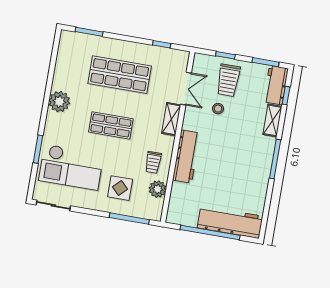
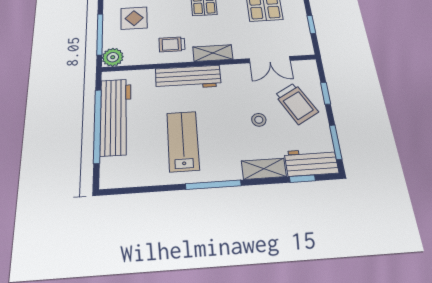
trolley: (228, 80) -> (296, 103), turned -119
stool: (218, 109) -> (259, 120), moved
shelving: (171, 119) -> (213, 53), moved
lab bench: (238, 173) -> (183, 141), added
plant: (158, 189) -> (113, 57), moved
workbench: (230, 222) -> (116, 116), moved

